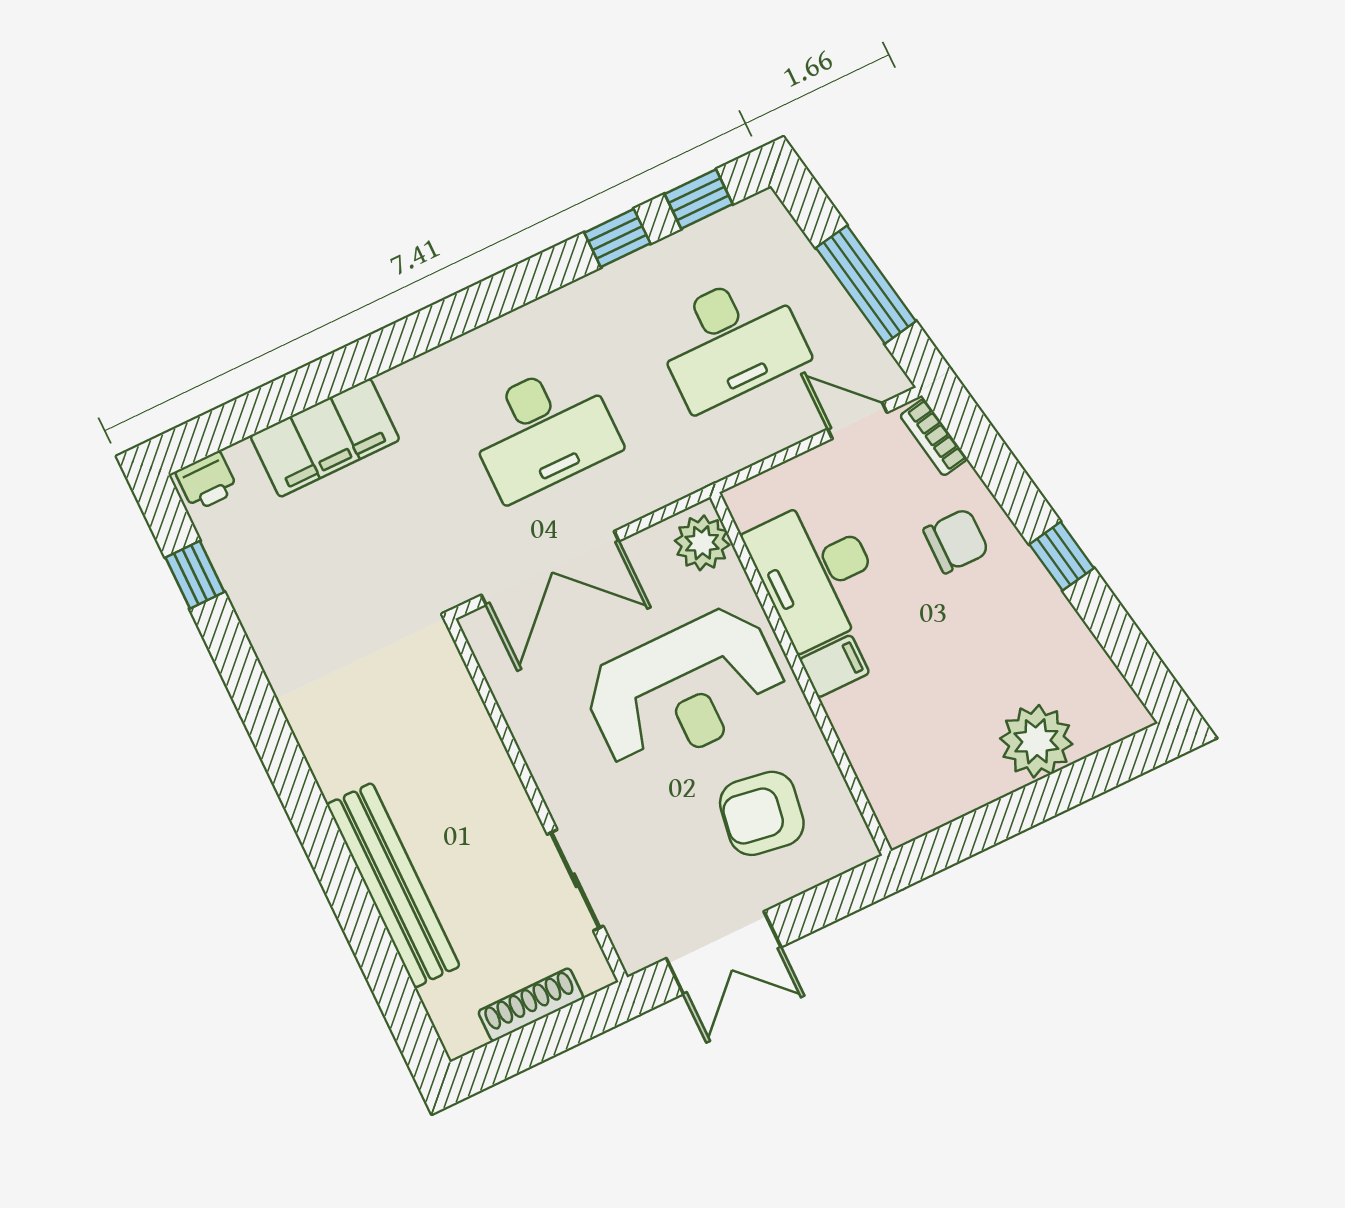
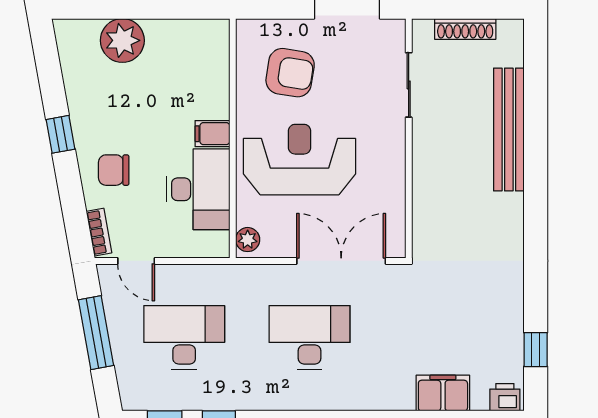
filing cabinet: (325, 438) -> (443, 393), width x0.67, depth x0.86
plant: (702, 543) -> (248, 240), width x0.73, depth x0.73

